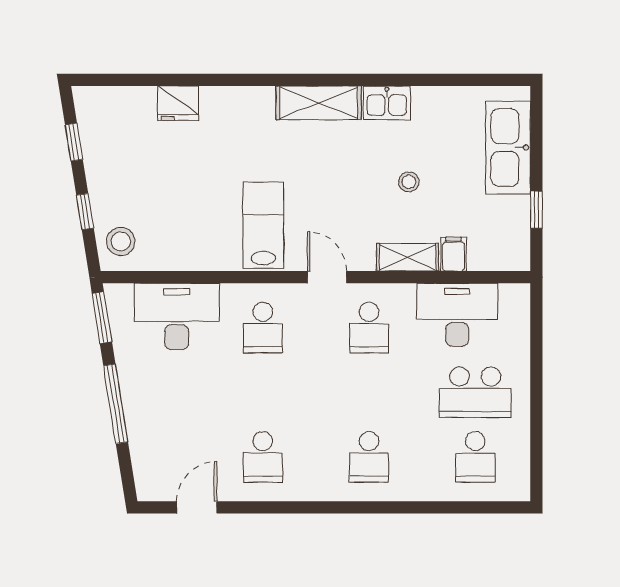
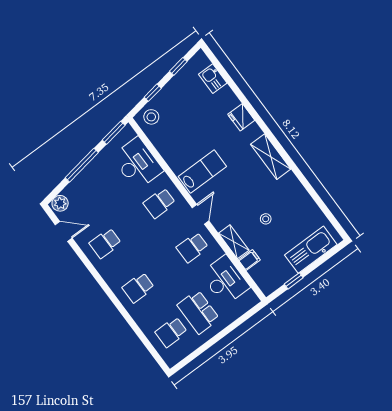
fridge: (178, 103) -> (241, 117), moved
kitchen sink: (387, 103) -> (213, 79), moved
plant: (150, 481) -> (60, 203), added

